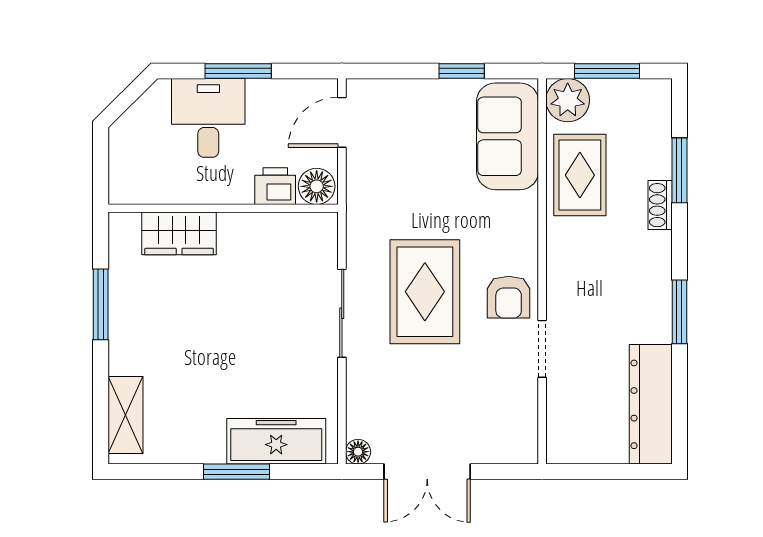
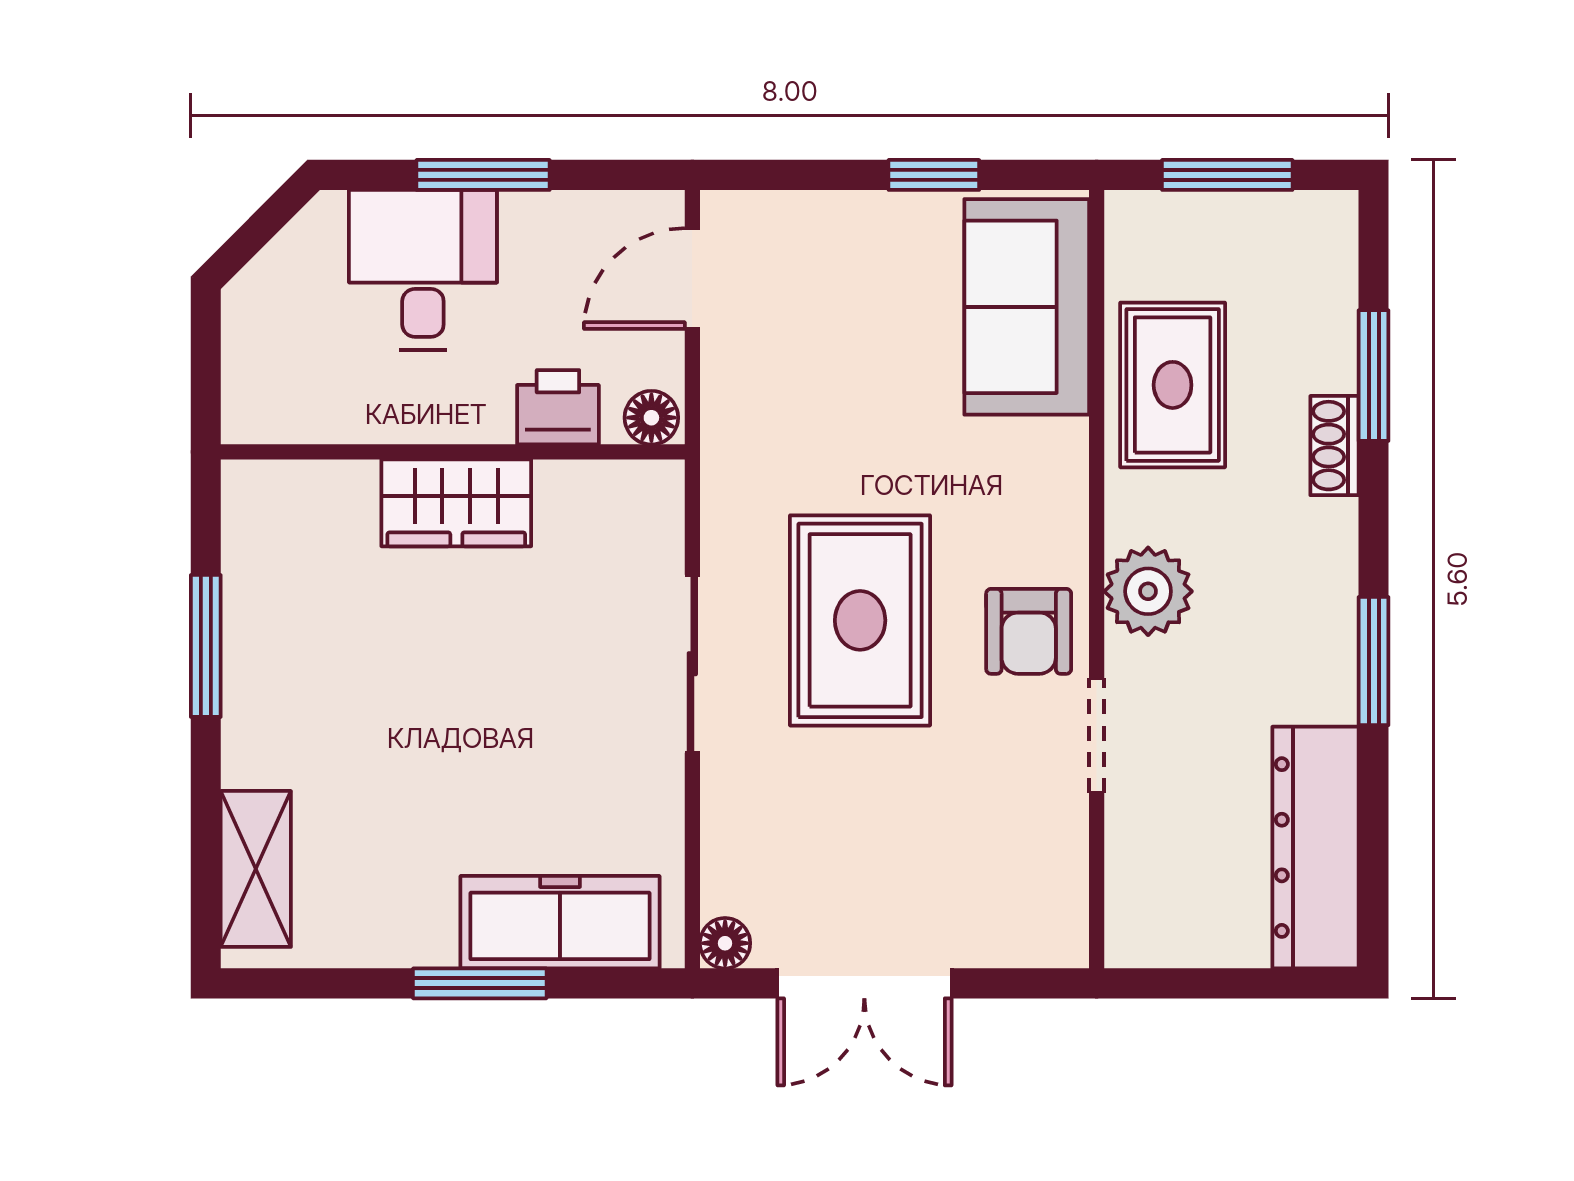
plant: (568, 100) -> (1148, 591), moved
floor lamp: (317, 186) -> (651, 418), width x0.73, depth x0.73
wardrobe: (179, 233) -> (456, 503), moved

